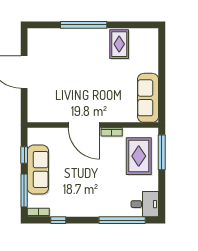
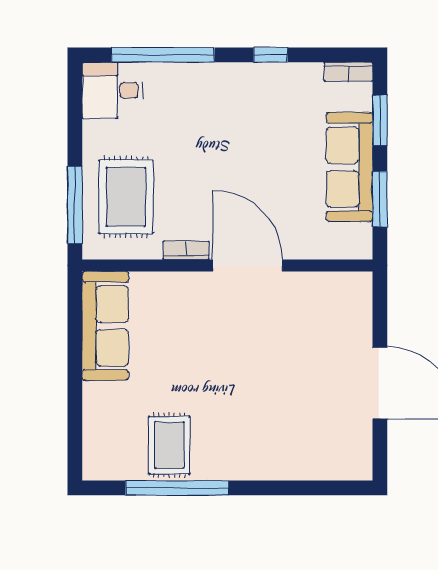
window: (84, 25) -> (177, 488), moved
window: (24, 155) -> (380, 199), width x1.50
window: (24, 191) -> (380, 120), width x0.69
window: (58, 220) -> (271, 55), moved

